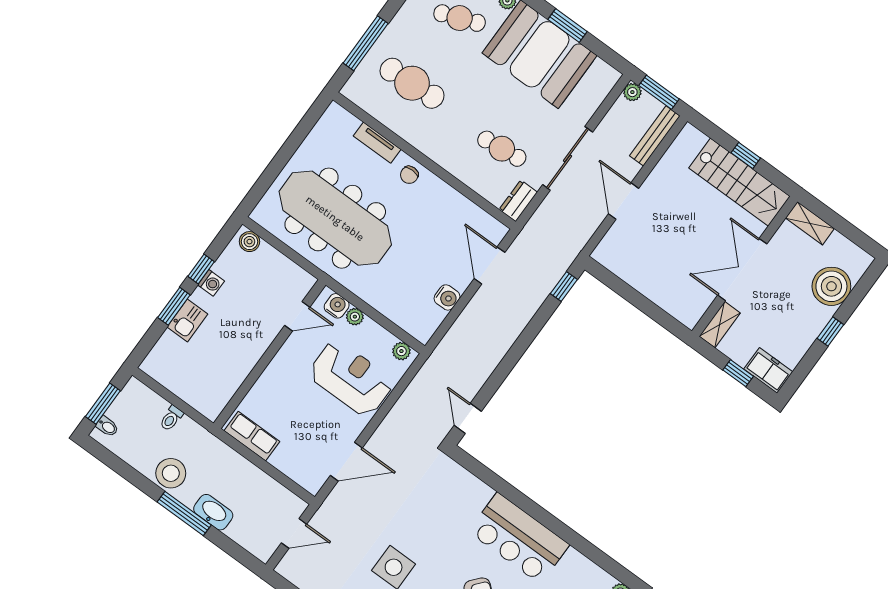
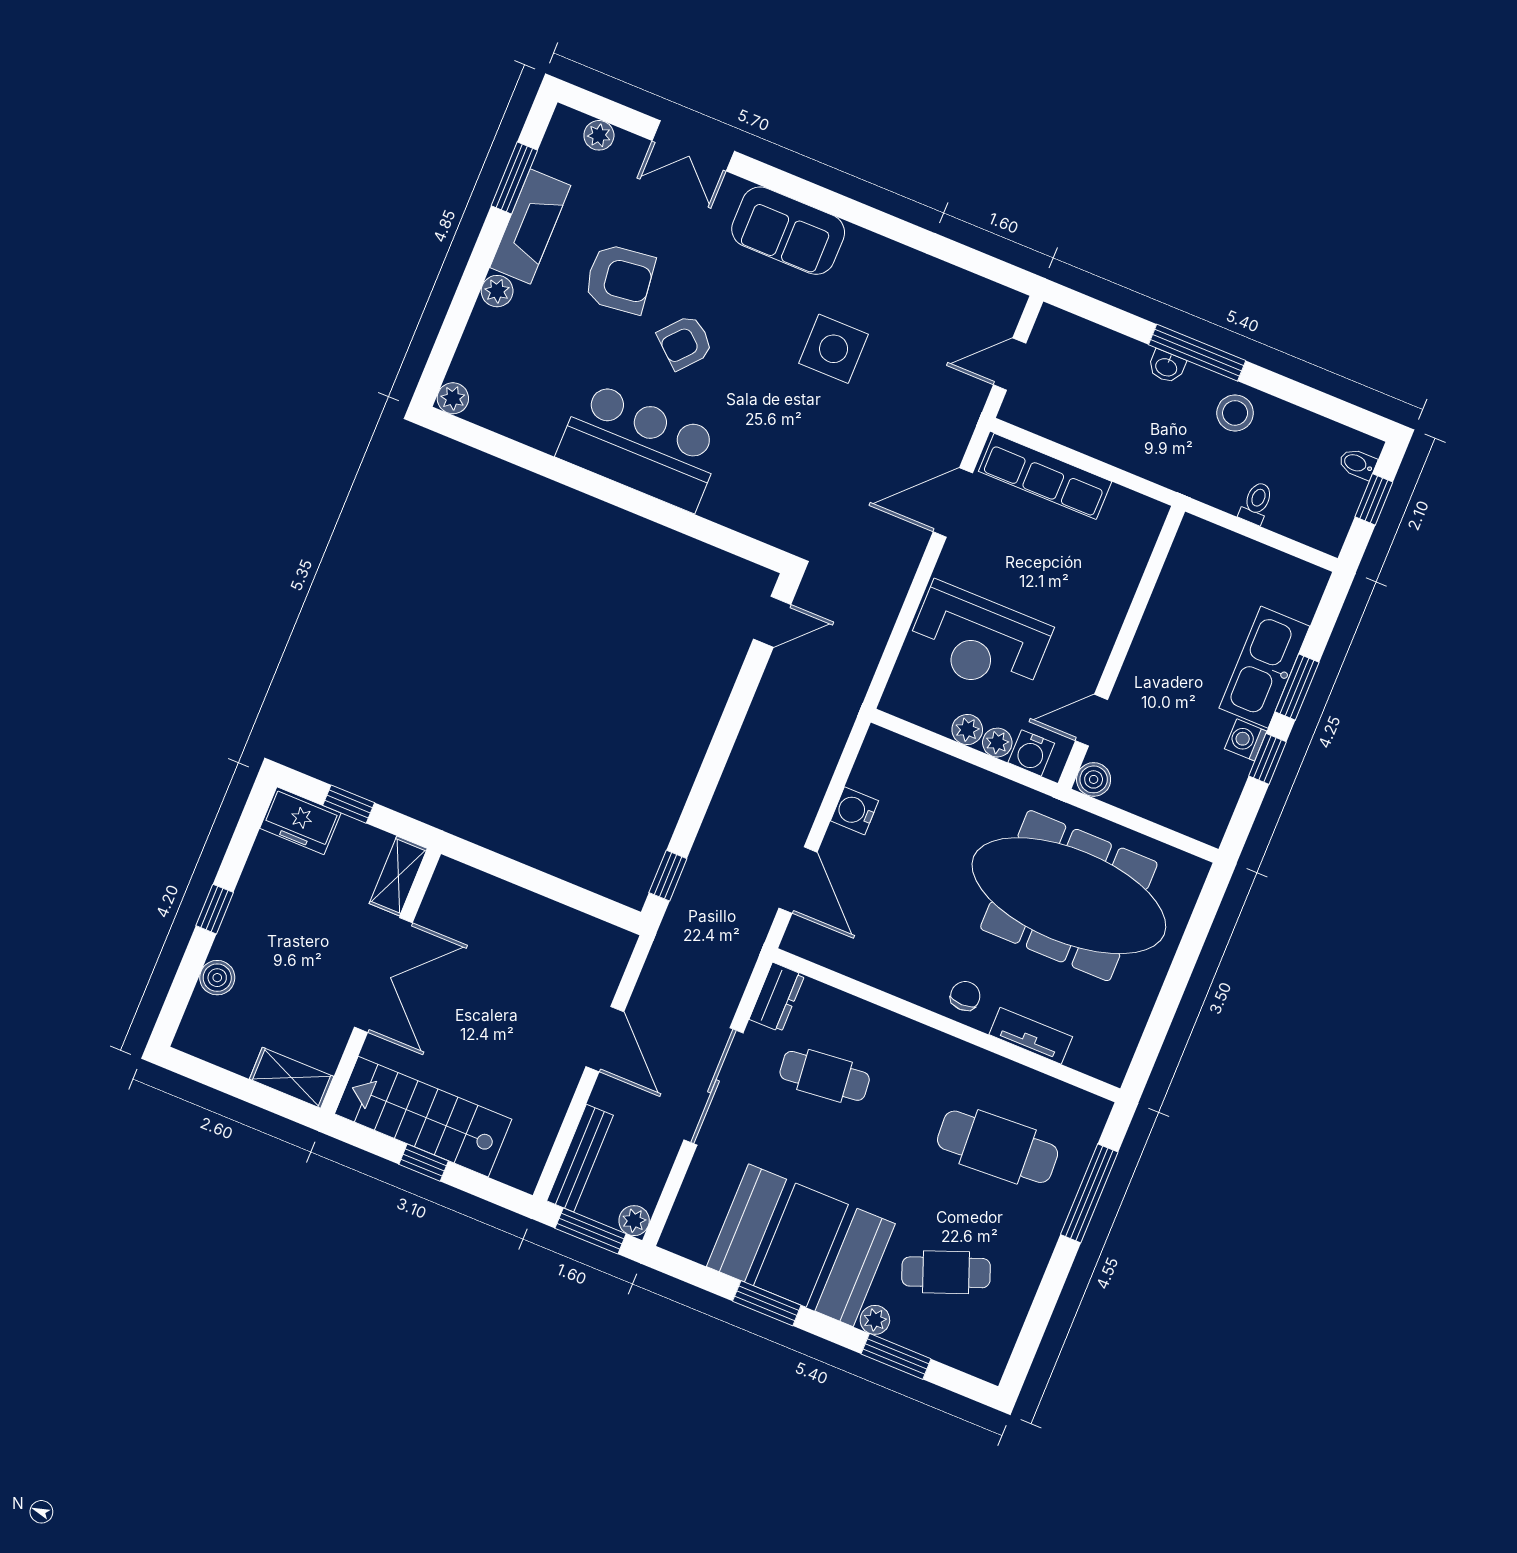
boiler: (249, 242) -> (1094, 779), moved
boiler: (831, 286) -> (217, 978), width x0.54, depth x0.54
kitchen sink: (187, 321) -> (1264, 667), width x1.88, depth x1.24
plant: (401, 351) -> (967, 730), moved
window: (103, 404) -> (1374, 499), width x0.67
door: (468, 418) -> (772, 622), hinge flipped
row of seats: (252, 436) -> (1045, 476), moved, width x1.48
stool: (171, 473) -> (1235, 413), width x0.73, depth x0.73
washbasin: (213, 512) -> (1167, 367), width x0.52, depth x0.69

